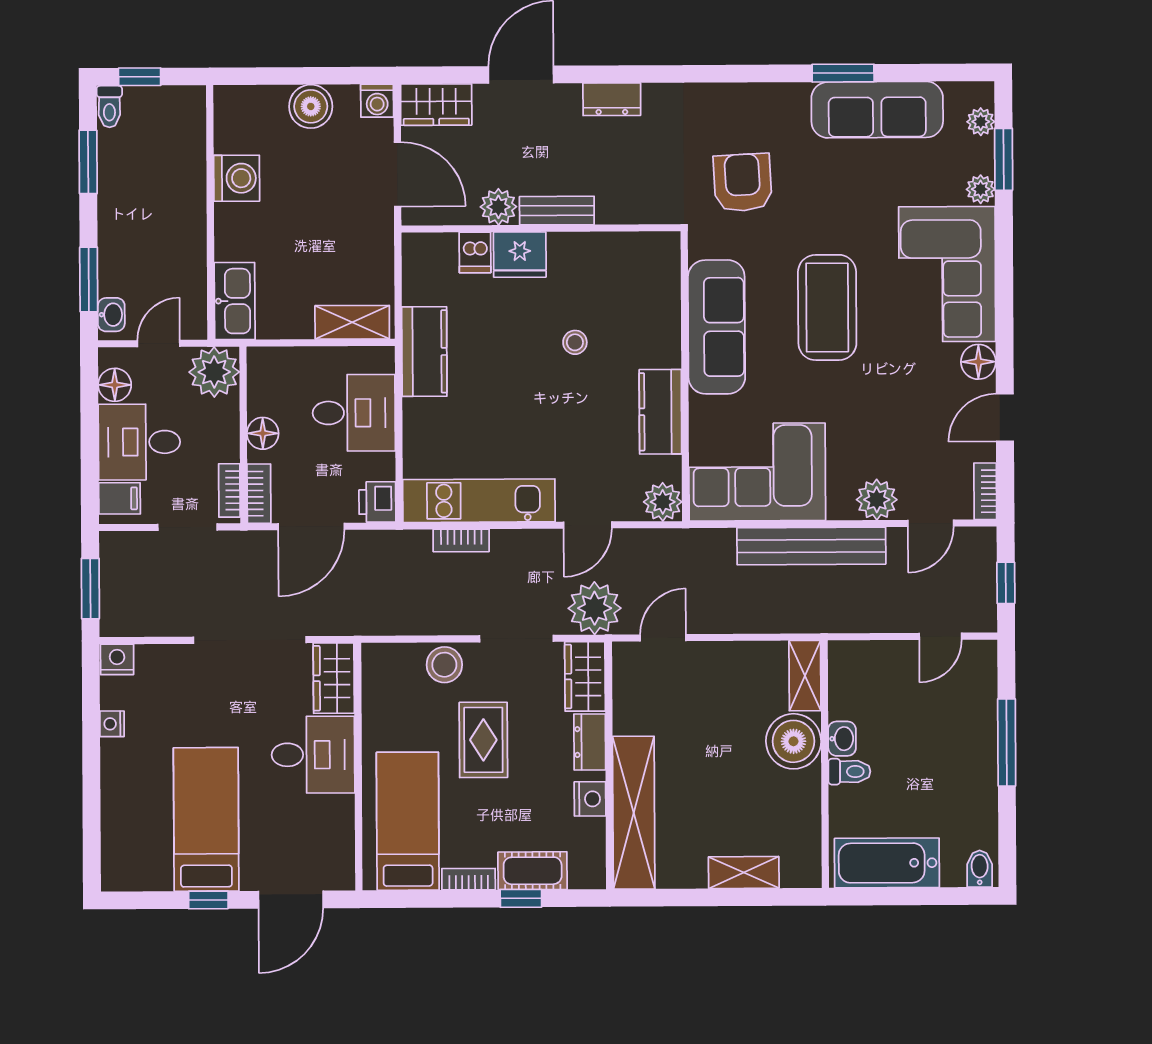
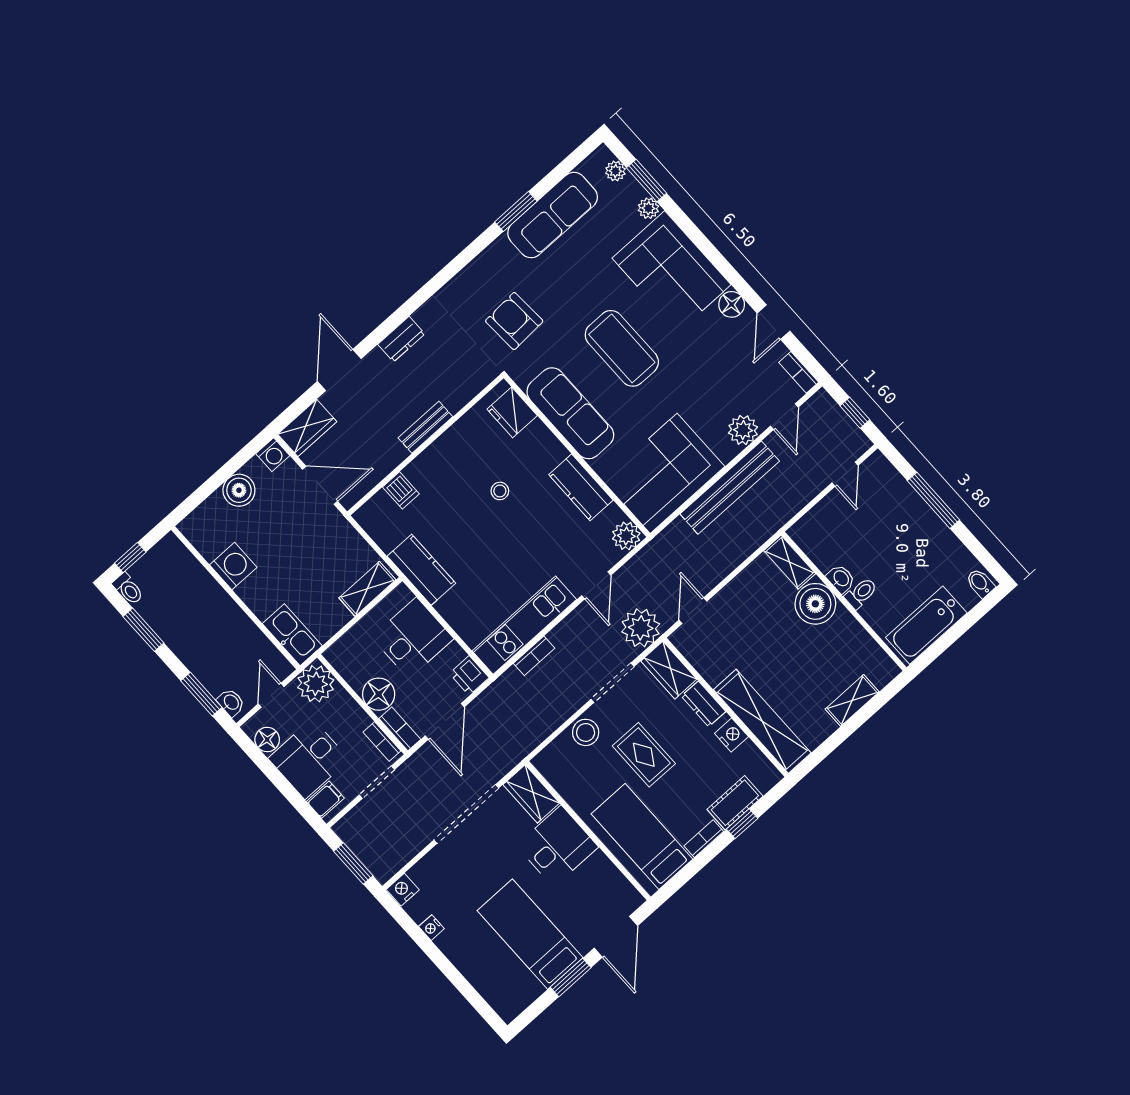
plant: (498, 207) -> (391, 454), removed
fridge: (520, 255) -> (512, 412), moved, turned 90
floor lamp: (263, 433) -> (379, 694), width x1.38, depth x1.38
window: (208, 900) -> (571, 977), width x1.50

